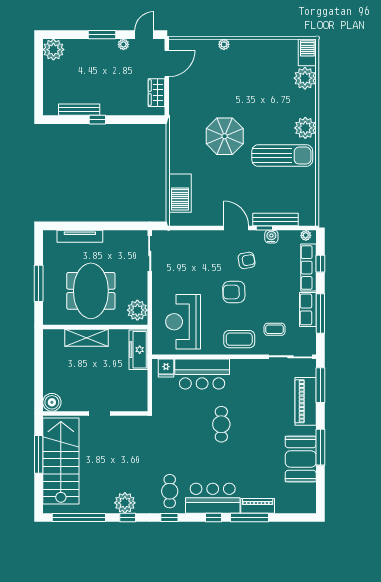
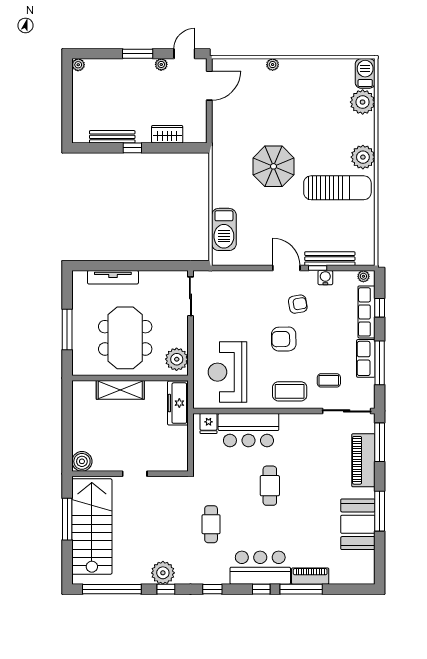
plant: (53, 50) -> (78, 65), width x0.53, depth x0.53
wardrobe: (157, 93) -> (167, 134), moved, turned 90
cafe table: (170, 491) -> (211, 524), moved

